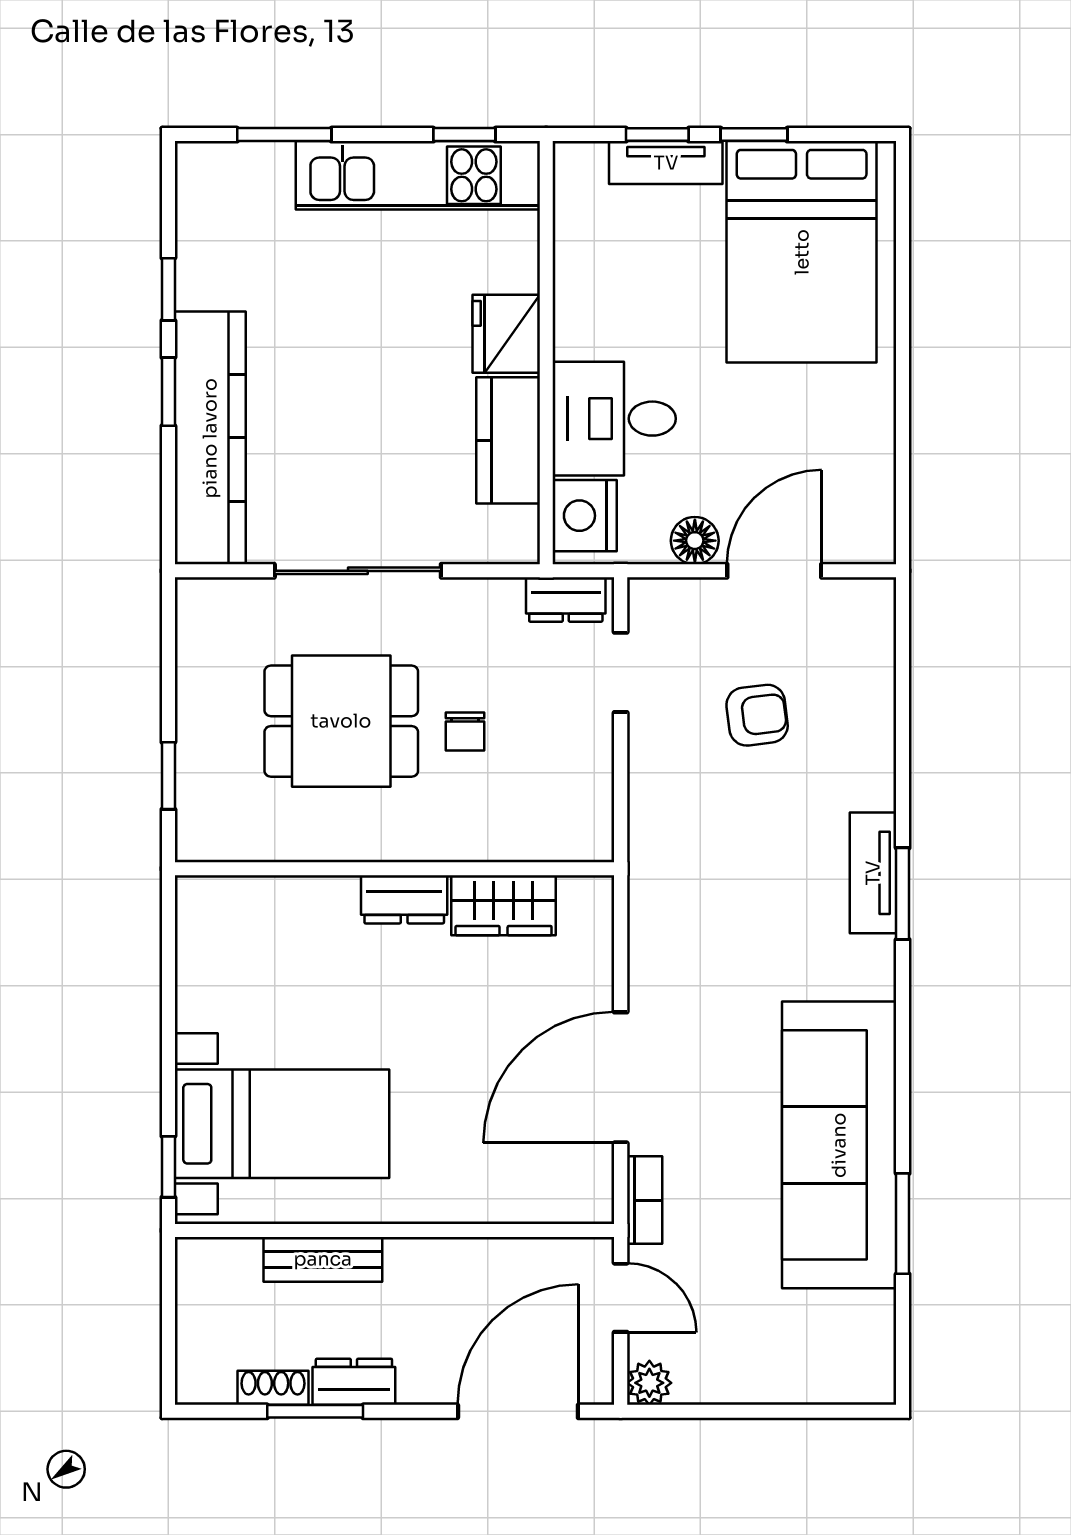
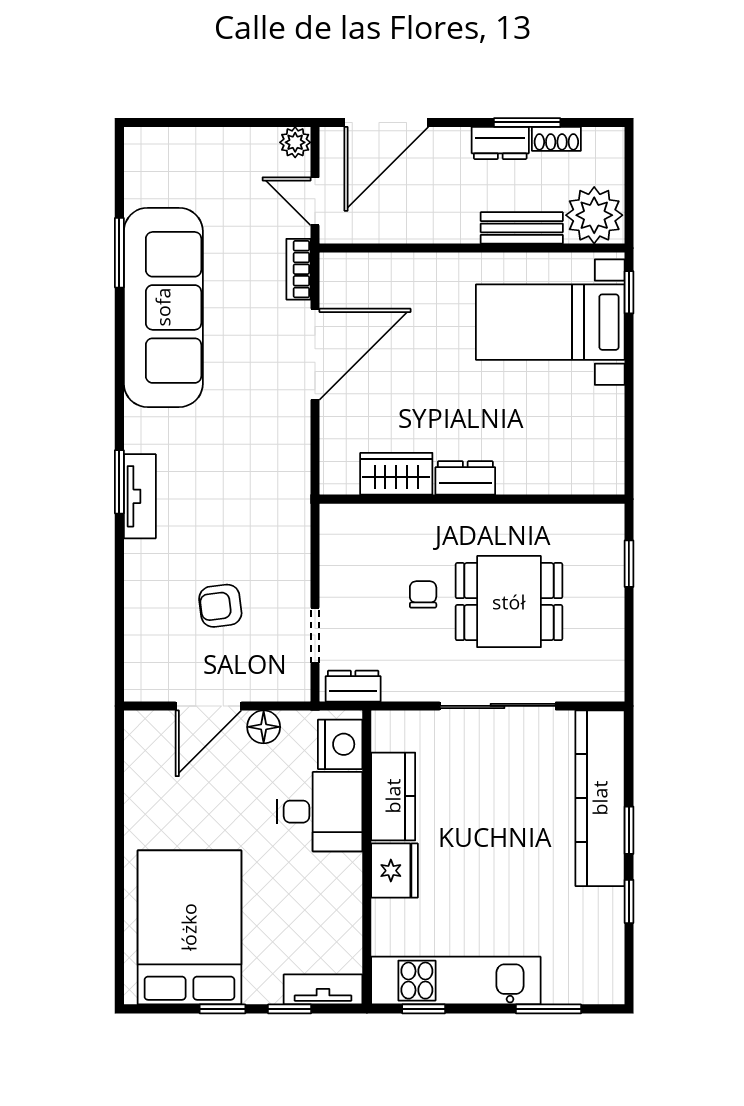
tv unit: (666, 163) -> (323, 989), moved
plant: (219, 1278) -> (594, 215), added

